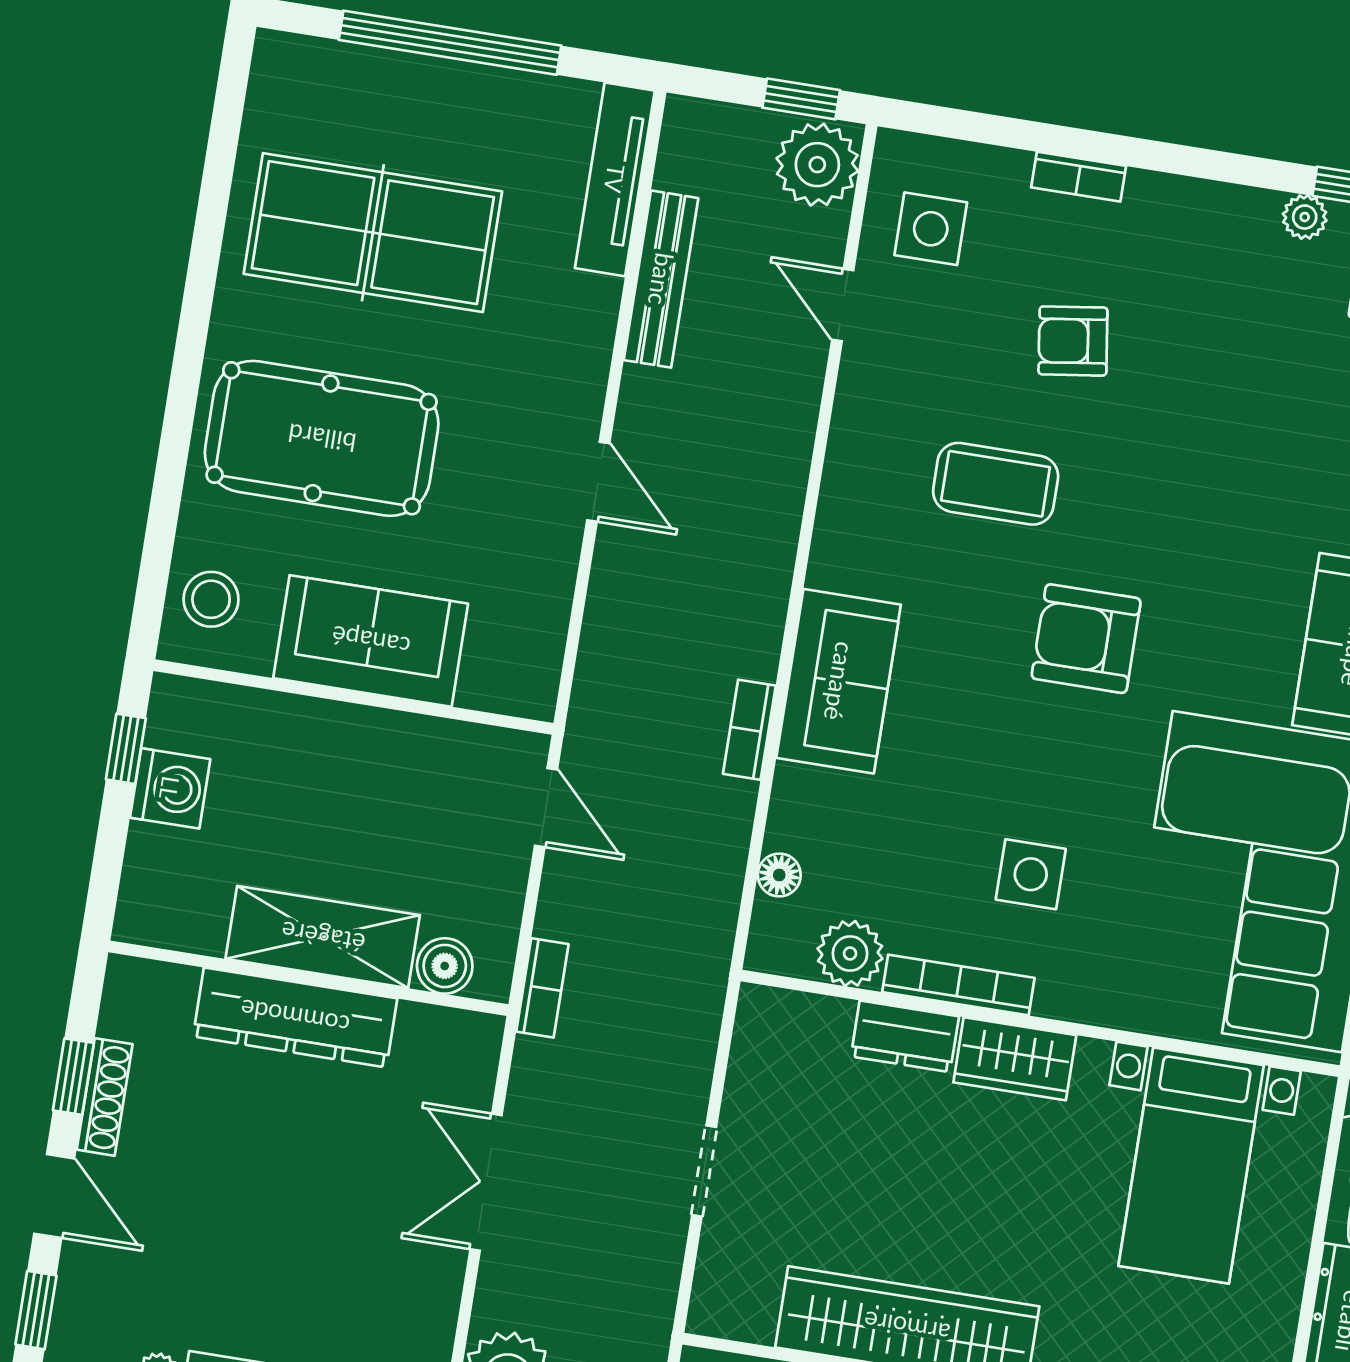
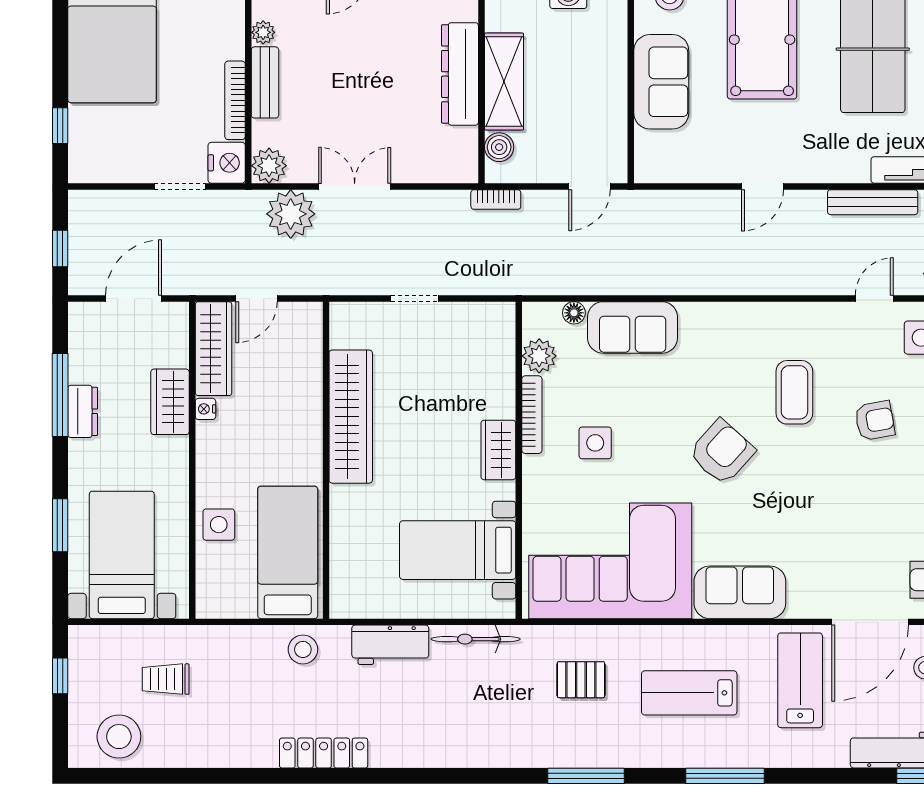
armchair: (1073, 341) -> (875, 421), turned 88
armchair: (1086, 639) -> (722, 452), turned 42
sofa: (839, 681) -> (633, 327), moved
bookcase: (749, 730) -> (647, 285), removed
dresser: (905, 1036) -> (501, 391), removed
double door: (486, 1182) -> (355, 186), moved

